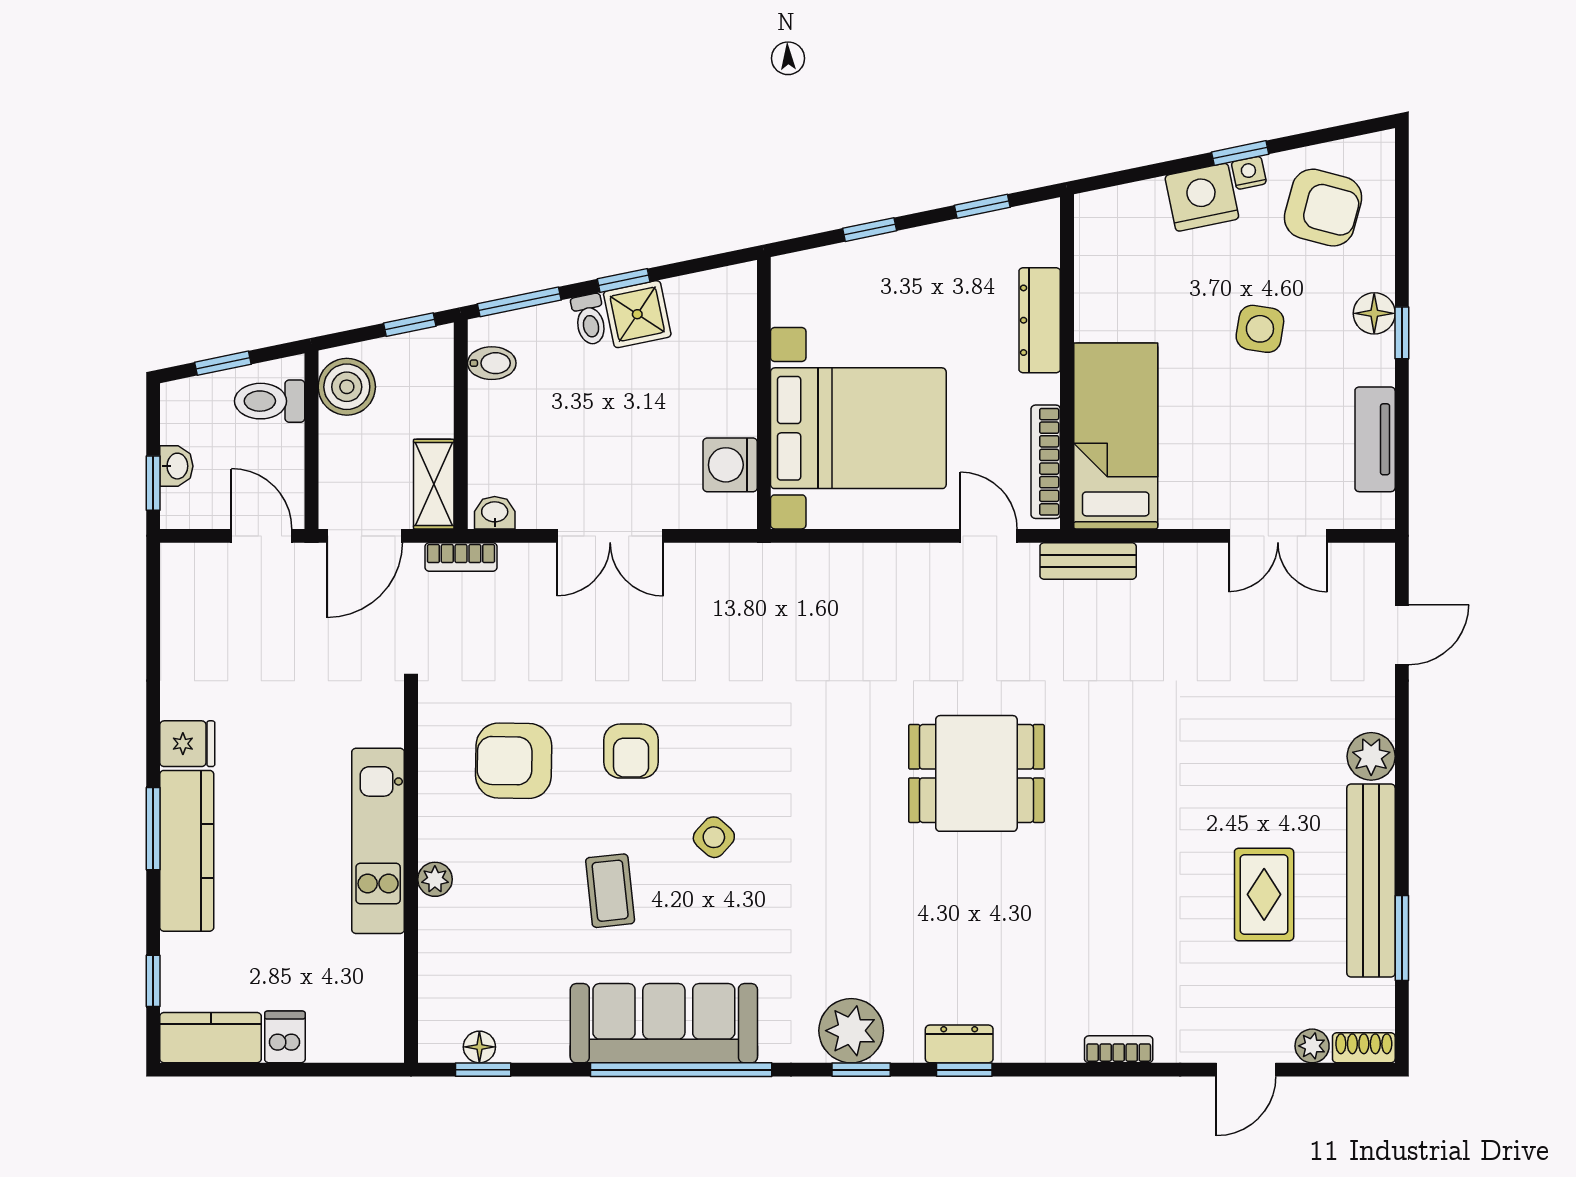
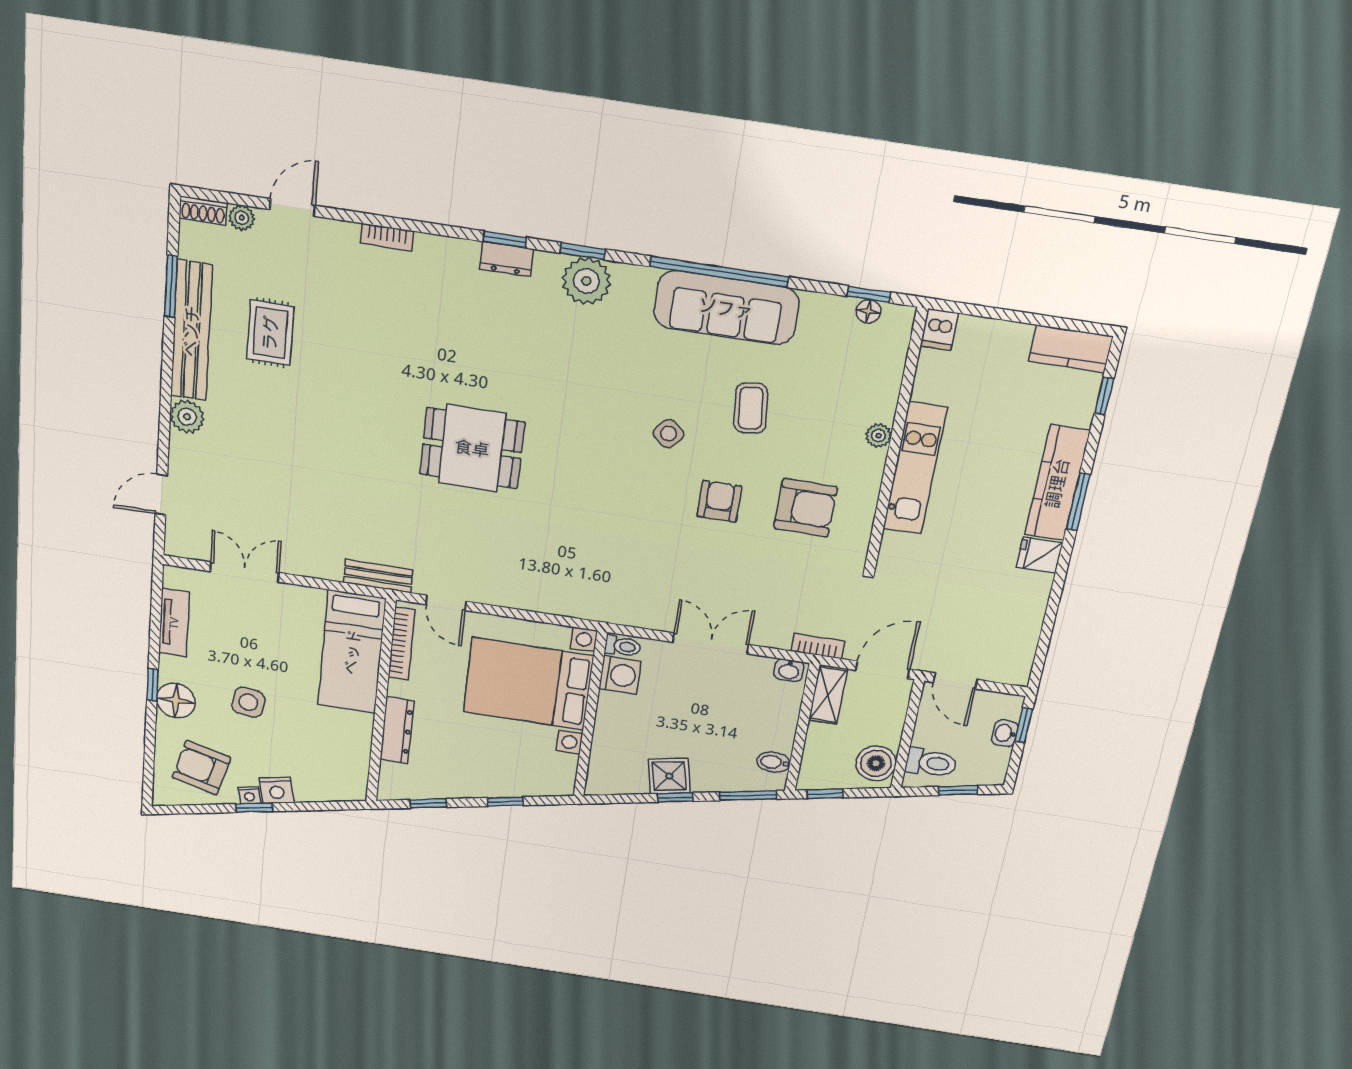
nightstand: (1202, 197) -> (277, 790), width x0.74, depth x0.75
floor lamp: (1374, 313) -> (176, 701), width x1.38, depth x1.38
toilet: (590, 319) -> (623, 646), moved, turned 102
dishwasher: (285, 1037) -> (939, 329), moved

